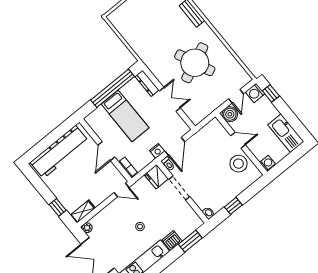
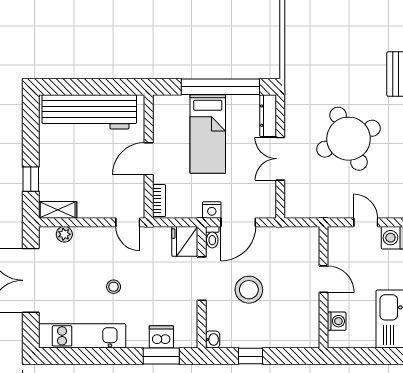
door: (236, 96) -> (366, 222), swing flipped
double door: (170, 99) -> (280, 159), swing flipped
boiler: (230, 114) -> (340, 239), removed
washing machine: (267, 163) -> (337, 321), moved
stool: (238, 164) -> (249, 290), moved
plant: (87, 228) -> (64, 234), moved
dishwasher: (172, 241) -> (161, 337), moved

